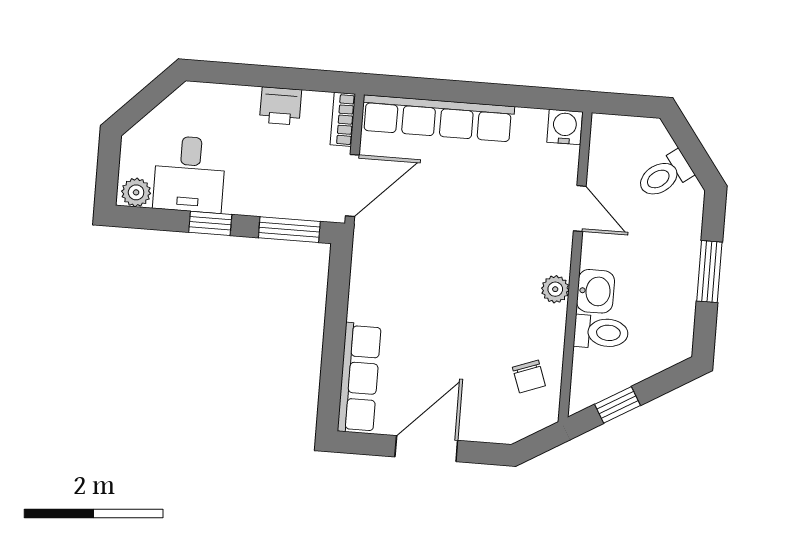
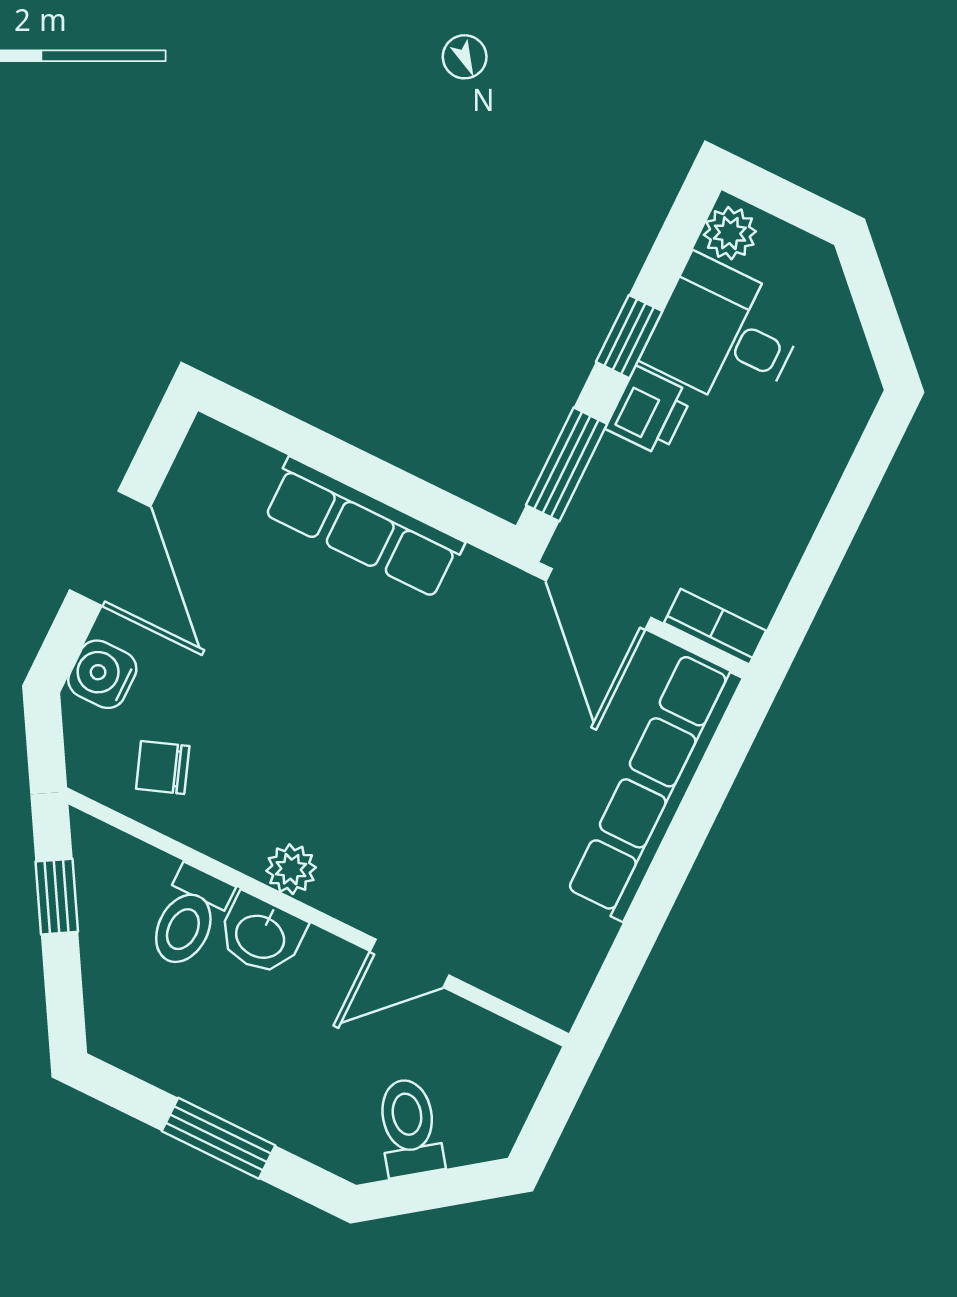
printer: (281, 106) -> (649, 411), moved, turned 180
water cooler: (565, 127) -> (102, 674), moved, turned 180
row of seats: (359, 378) -> (363, 528), moved

